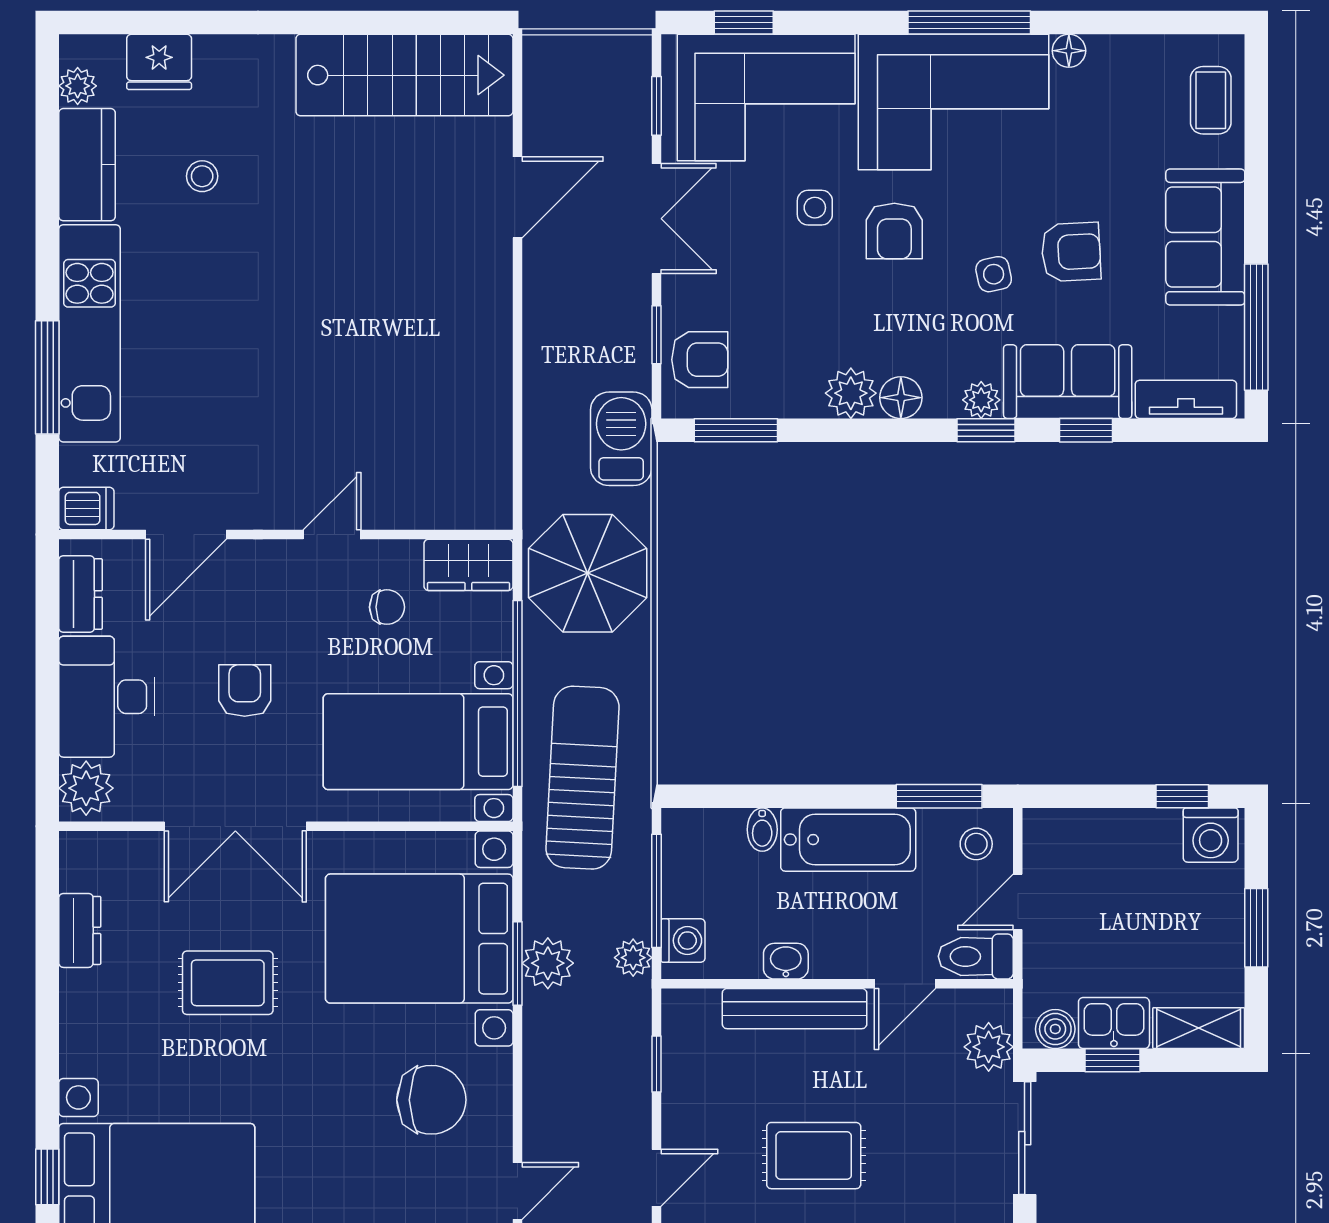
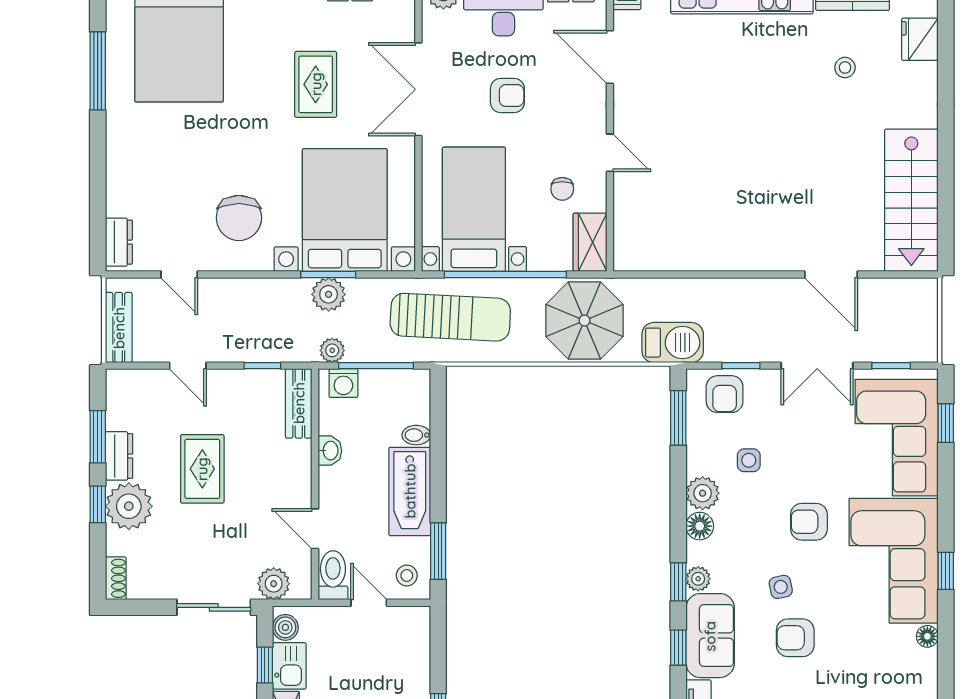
window: (969, 23) -> (946, 571), width x0.46
side table: (815, 208) -> (749, 460), moved
armchair: (1071, 252) -> (795, 638), turned 93
bench: (795, 1009) -> (299, 403), moved, width x0.73

